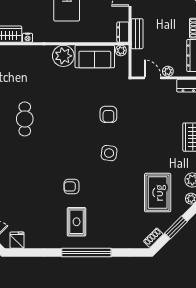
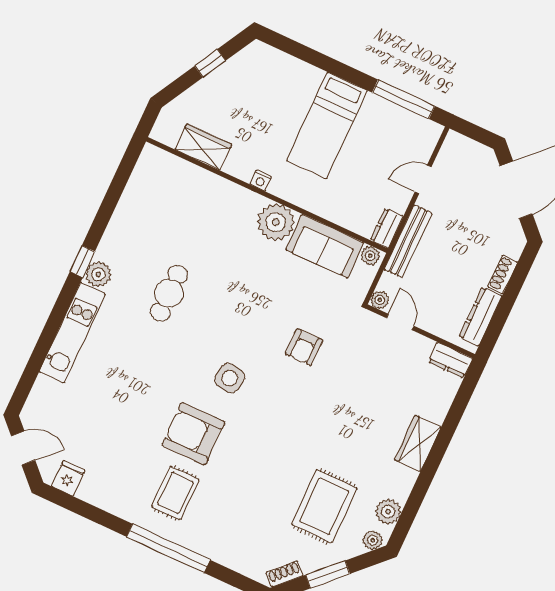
bench: (137, 34) -> (408, 241), width x1.36
nightstand: (28, 38) -> (261, 181), moved
plant: (168, 71) -> (380, 300), moved
side table: (109, 153) -> (230, 378), moved
armchair: (72, 186) -> (193, 434), width x1.88, depth x1.88

